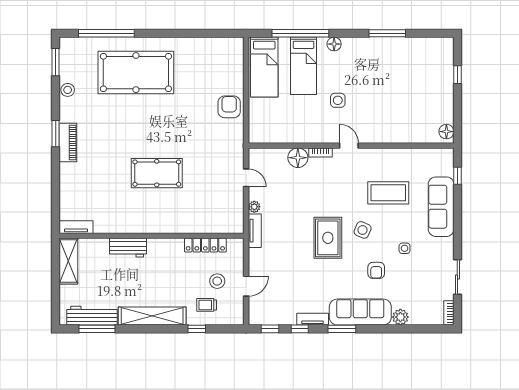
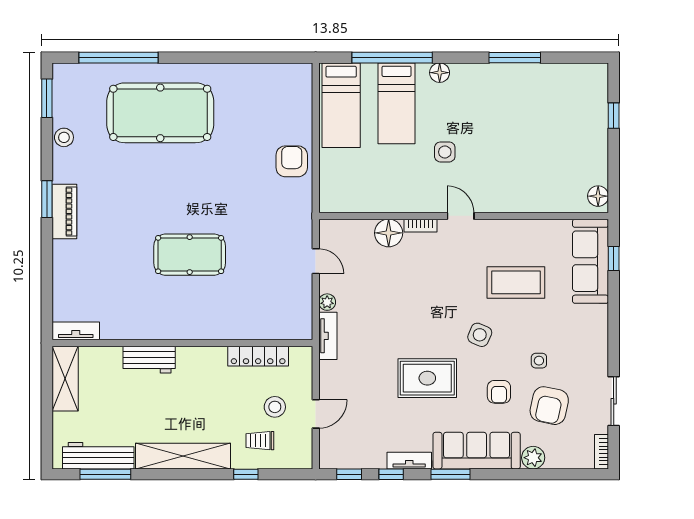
sofa: (441, 207) -> (590, 261), moved
rug: (328, 238) -> (427, 378), moved, turned 90
armchair: (412, 280) -> (549, 406), added

